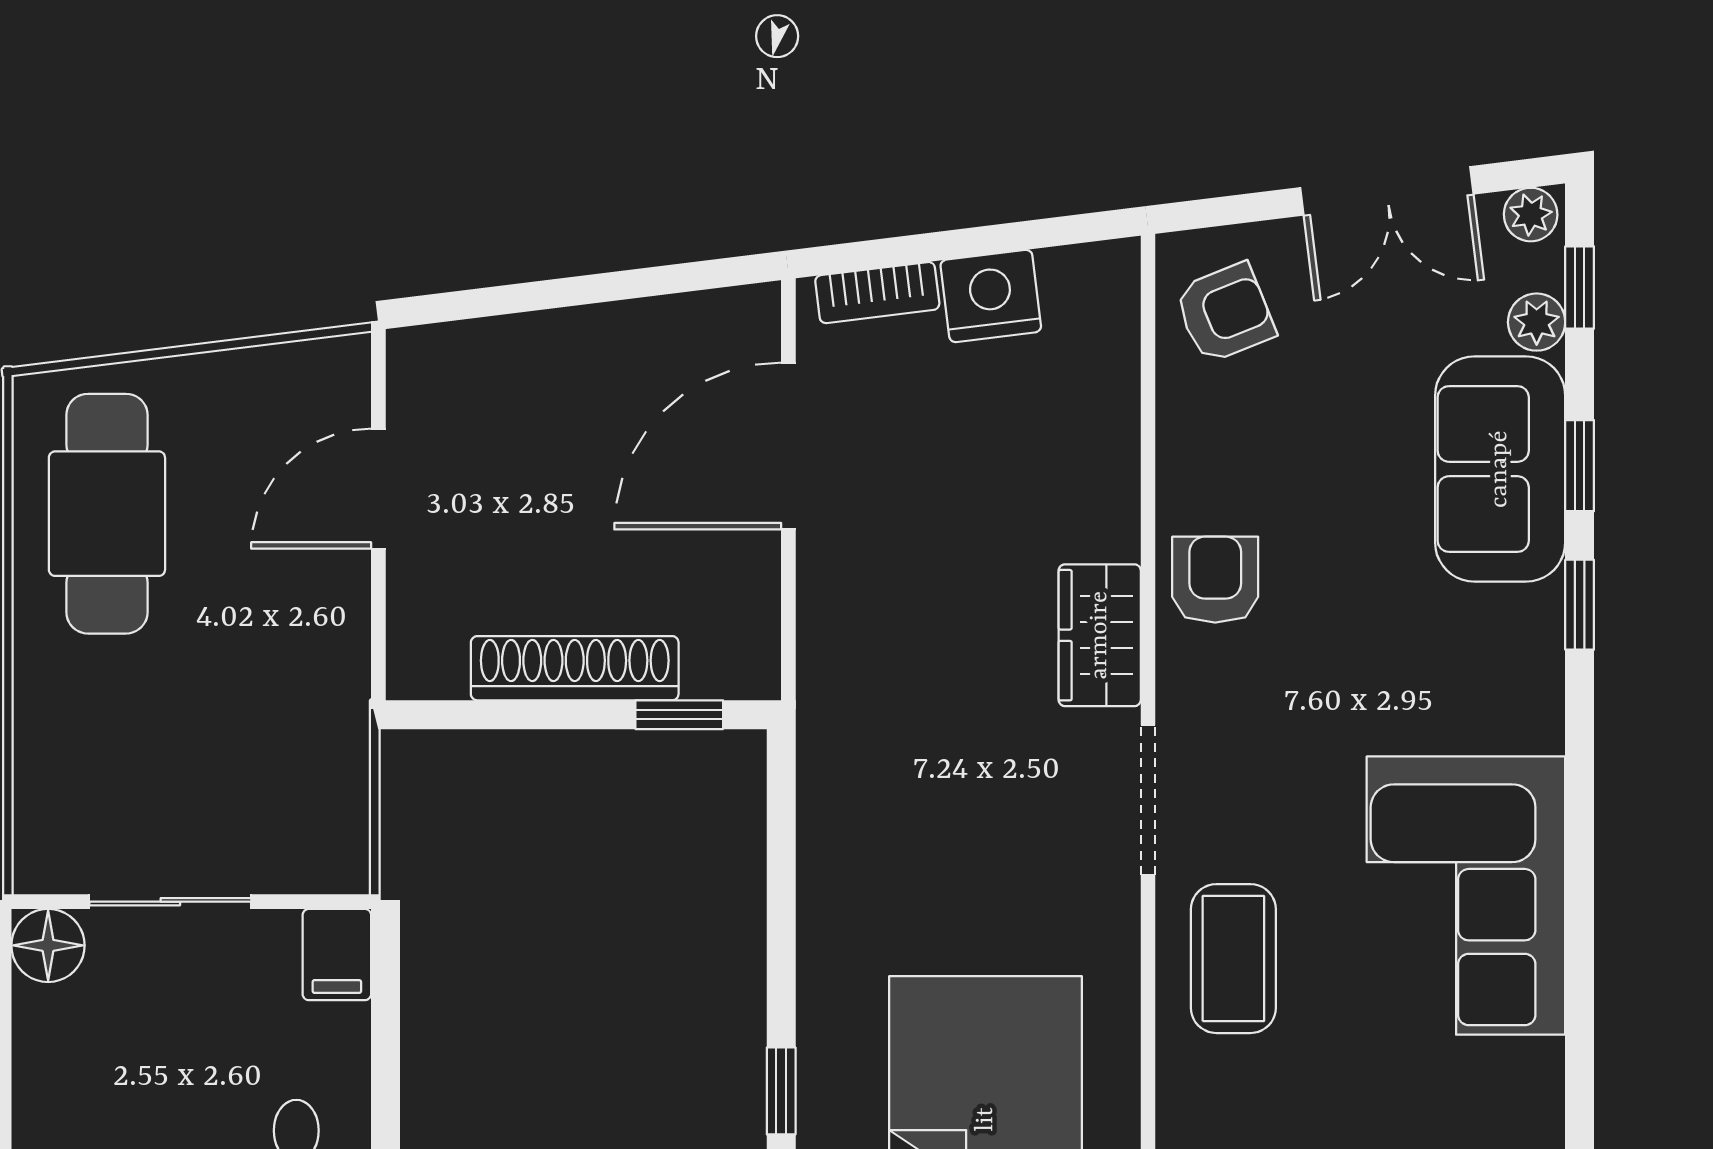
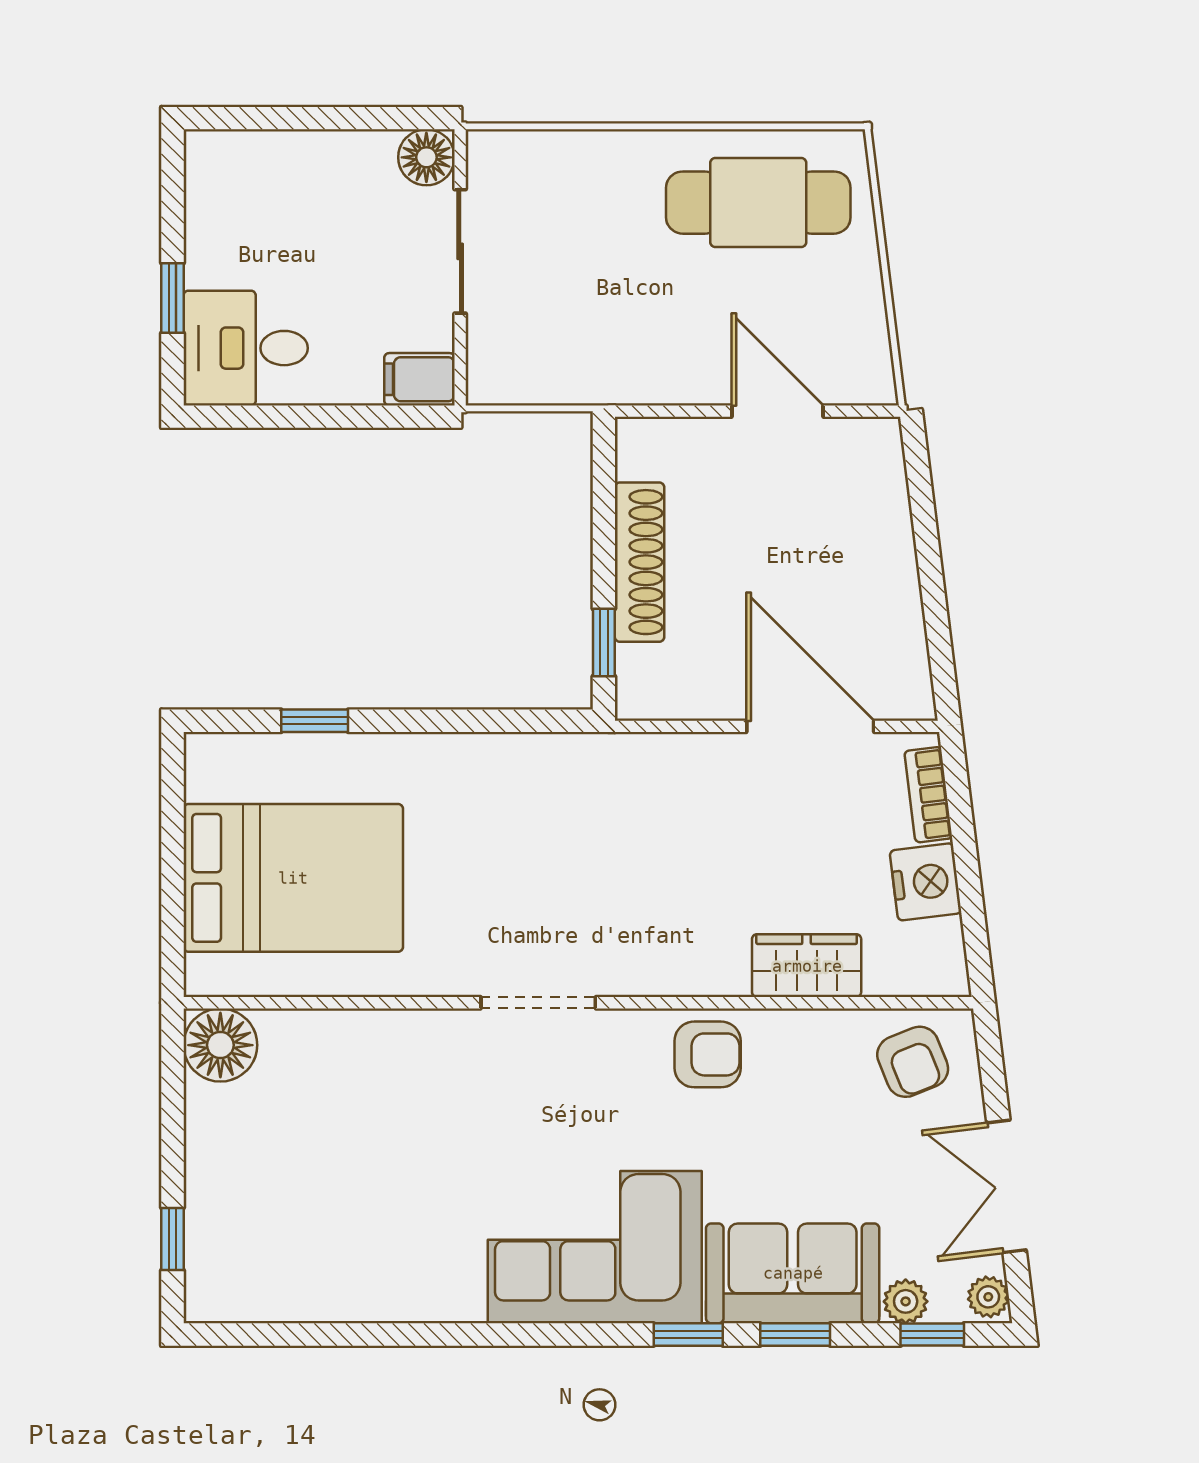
wardrobe: (1100, 635) -> (807, 966), moved
corner sofa: (1466, 896) -> (595, 1247), moved
coffee table: (1233, 959) -> (416, 1068), removed

